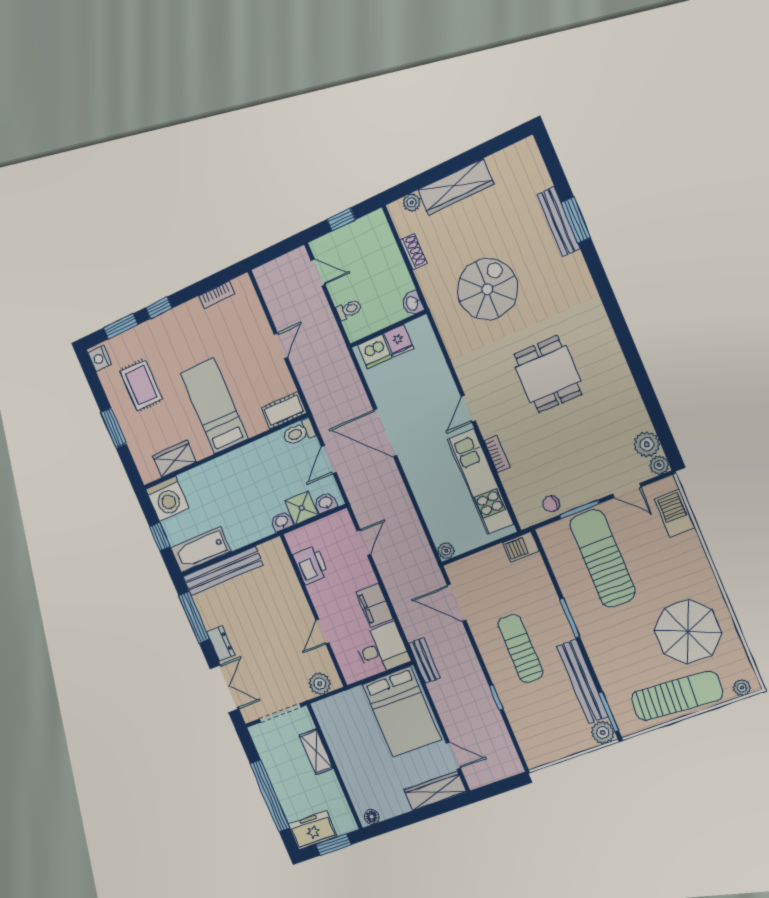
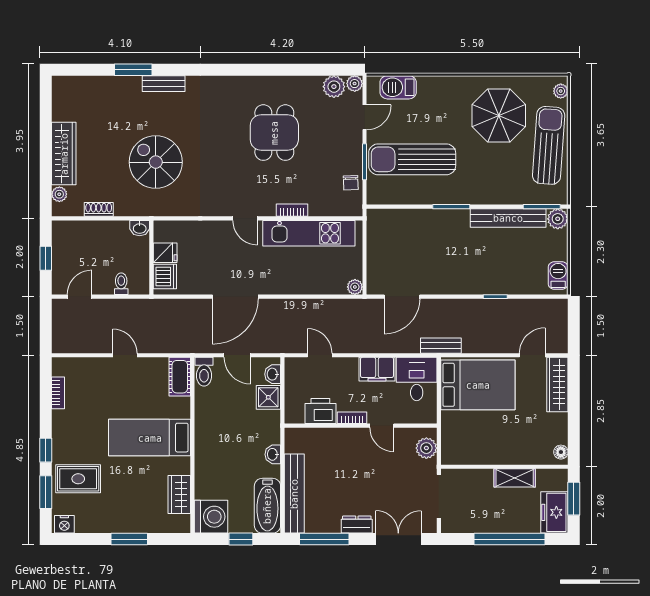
bench: (558, 222) -> (164, 84), moved, width x0.73
dining table: (548, 374) -> (274, 133), moved, turned 90
rug: (141, 385) -> (78, 479), moved
washbasin: (282, 521) -> (273, 454), moved
barbecue: (521, 547) -> (558, 275), moved, turned 180
bookcase: (317, 599) -> (352, 418), added
sun lounger: (520, 648) -> (461, 258), removed
shelving: (316, 752) -> (515, 478), moved

